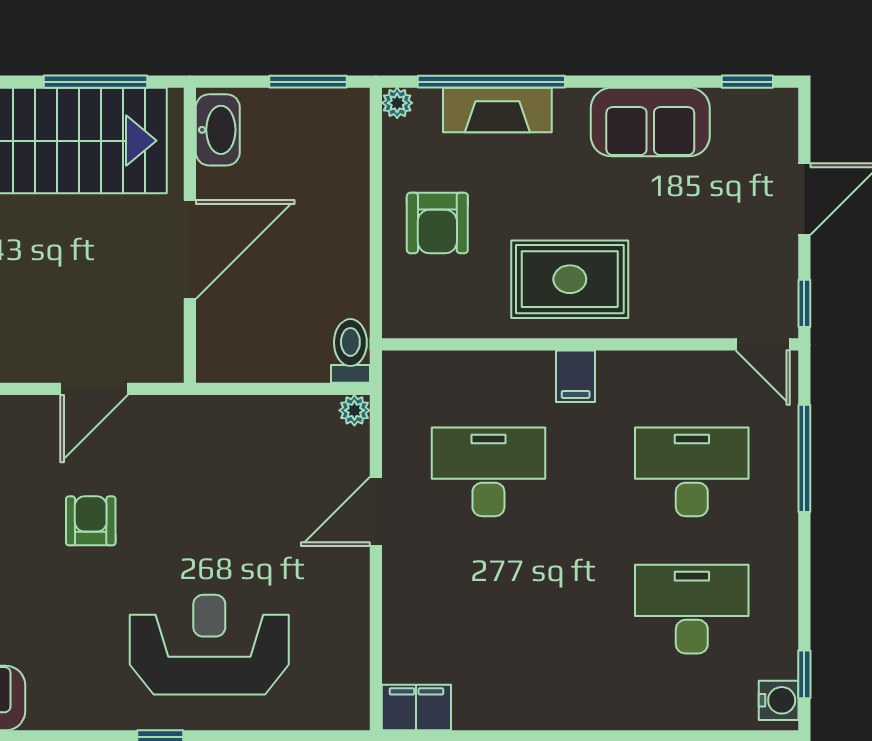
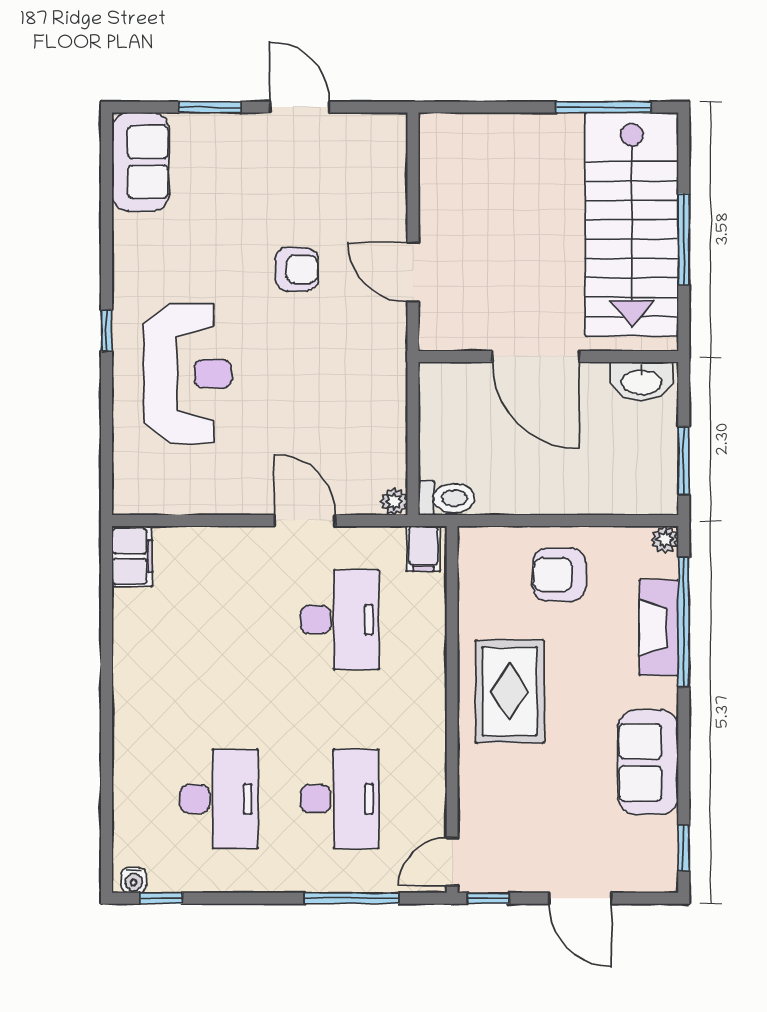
window: (95, 82) -> (684, 239), moved
filing cabinet: (576, 376) -> (423, 549), moved, turned -90
water cooler: (779, 700) -> (134, 880), width x0.72, depth x0.72

